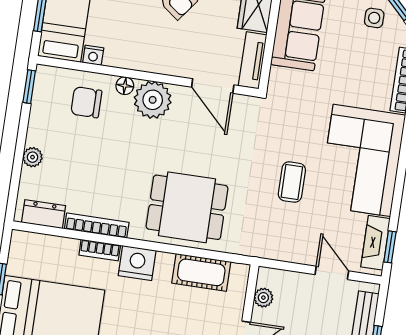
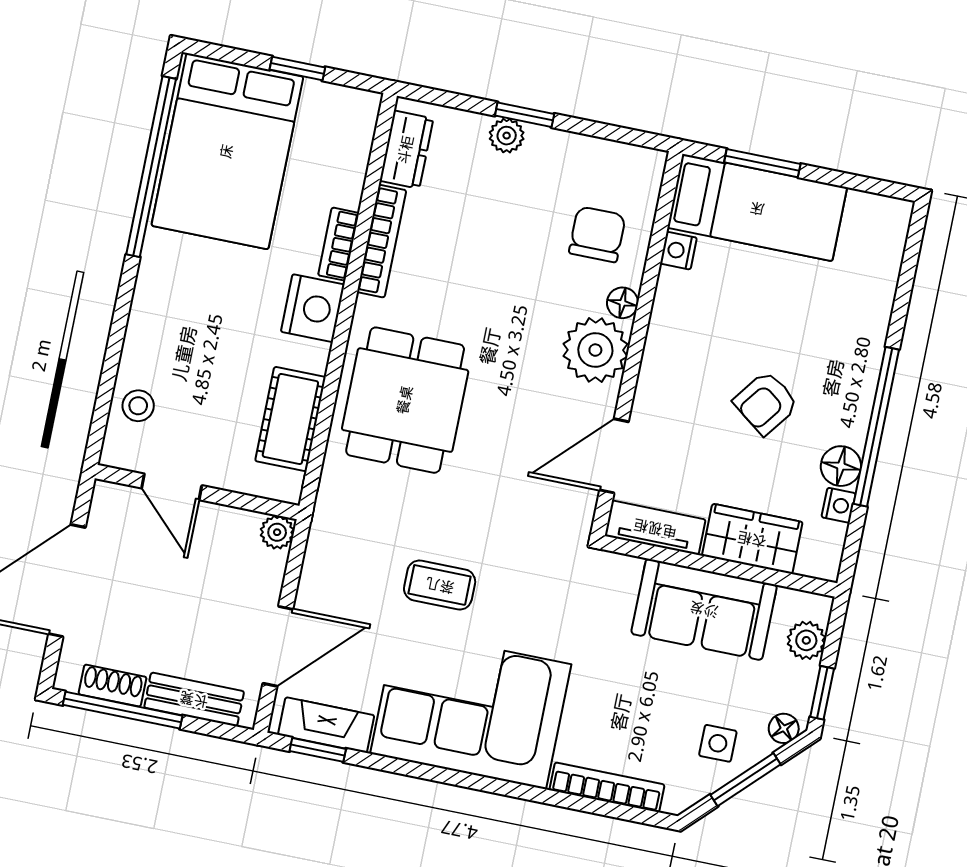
window: (29, 87) -> (525, 115), moved
door: (332, 273) -> (278, 646), width x1.37
plant: (263, 298) -> (277, 532), moved

